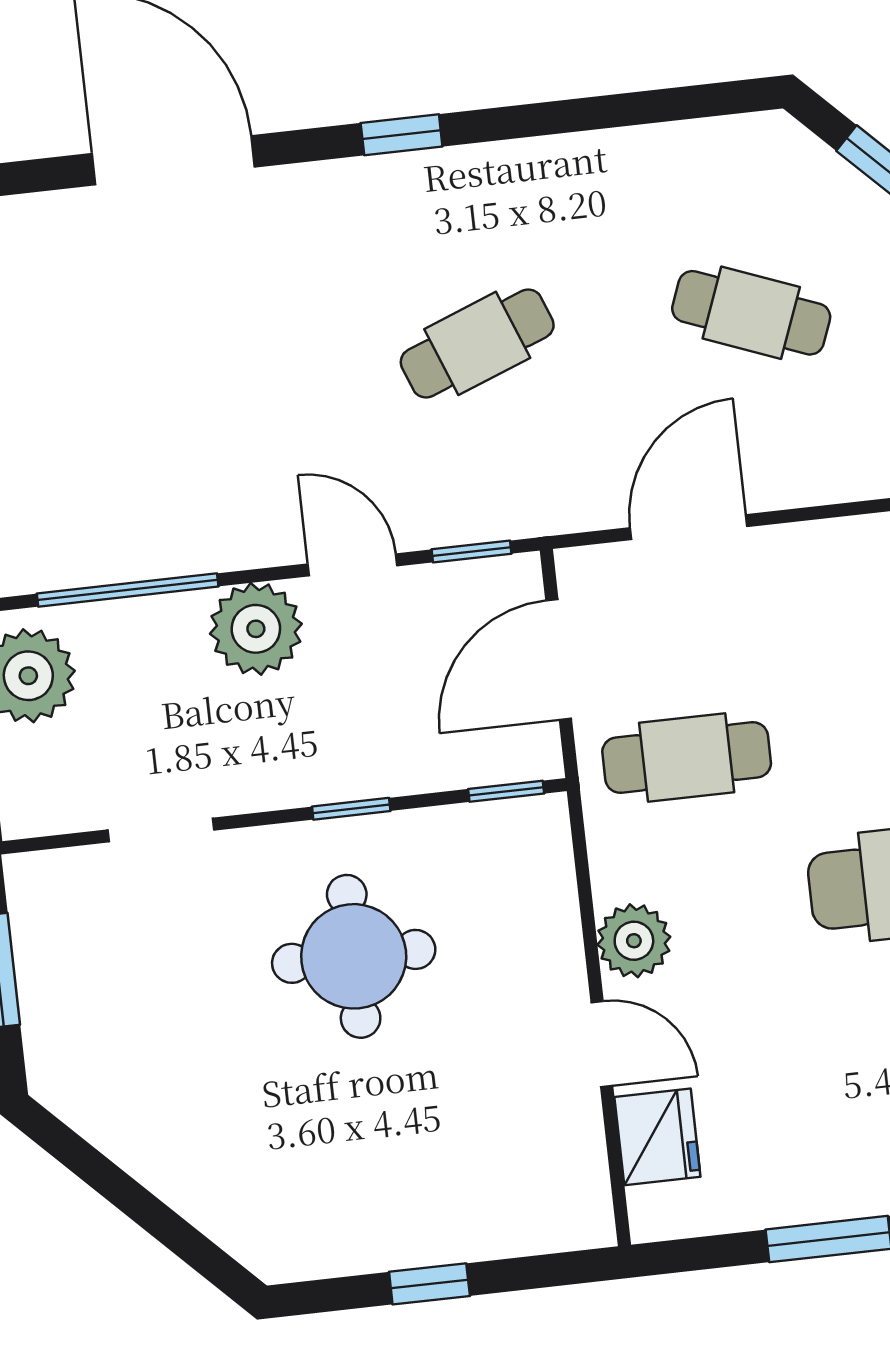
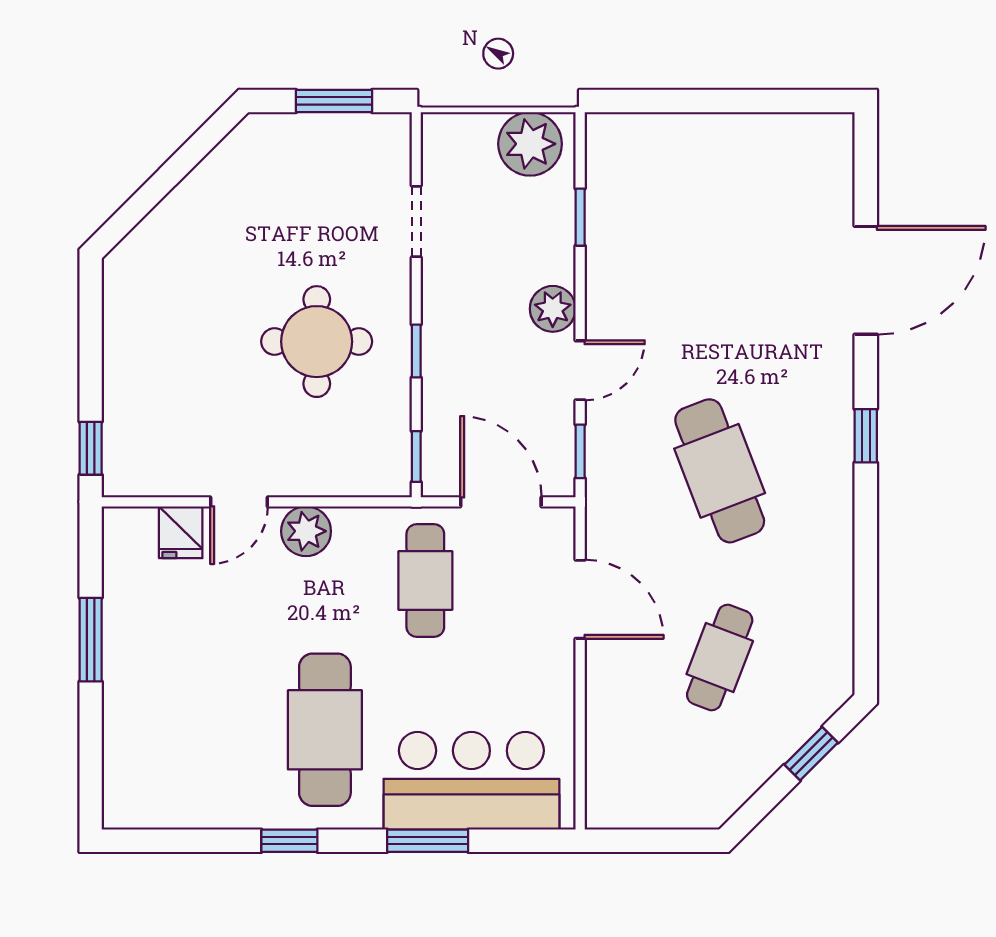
cafe table: (477, 343) -> (720, 471), width x1.37, depth x1.35
window: (128, 590) -> (580, 217), width x0.46
plant: (256, 629) -> (553, 309), width x0.73, depth x0.73
fridge: (657, 1137) -> (181, 532), width x0.72
window: (429, 1284) -> (91, 448), moved

